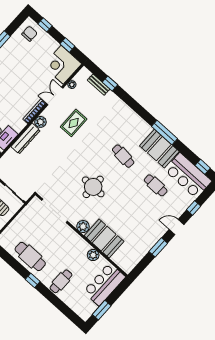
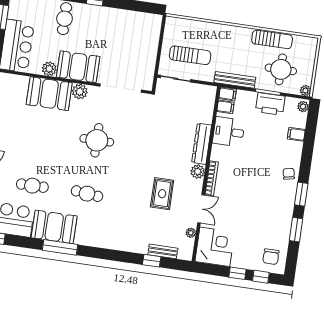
window: (67, 45) -> (237, 273), moved
booth: (73, 244) -> (78, 67), added
cafe table: (30, 256) -> (114, 23), removed

